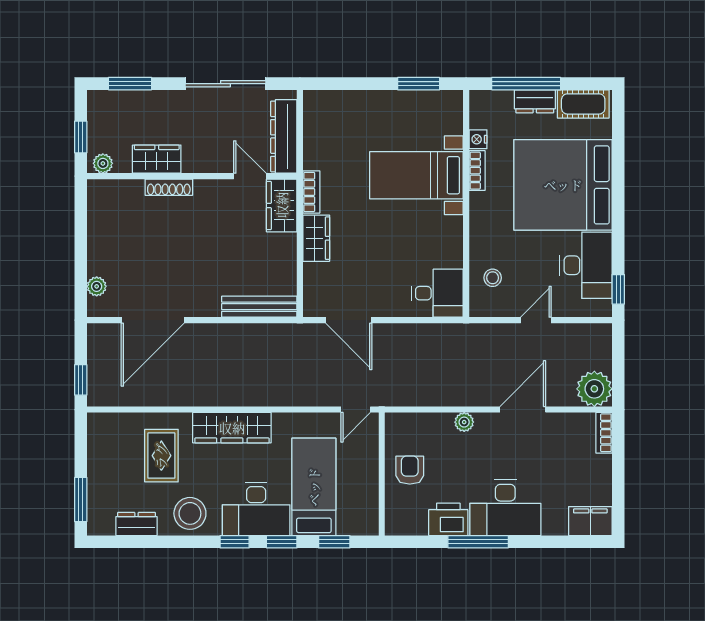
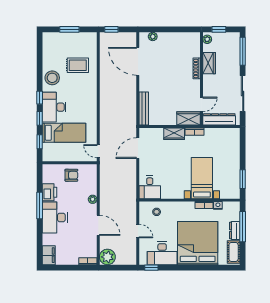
window: (130, 84) -> (243, 51), width x1.44
wardrobe: (232, 428) -> (90, 96), removed
window: (81, 500) -> (69, 29), moved
dresser: (136, 524) -> (48, 54), removed

